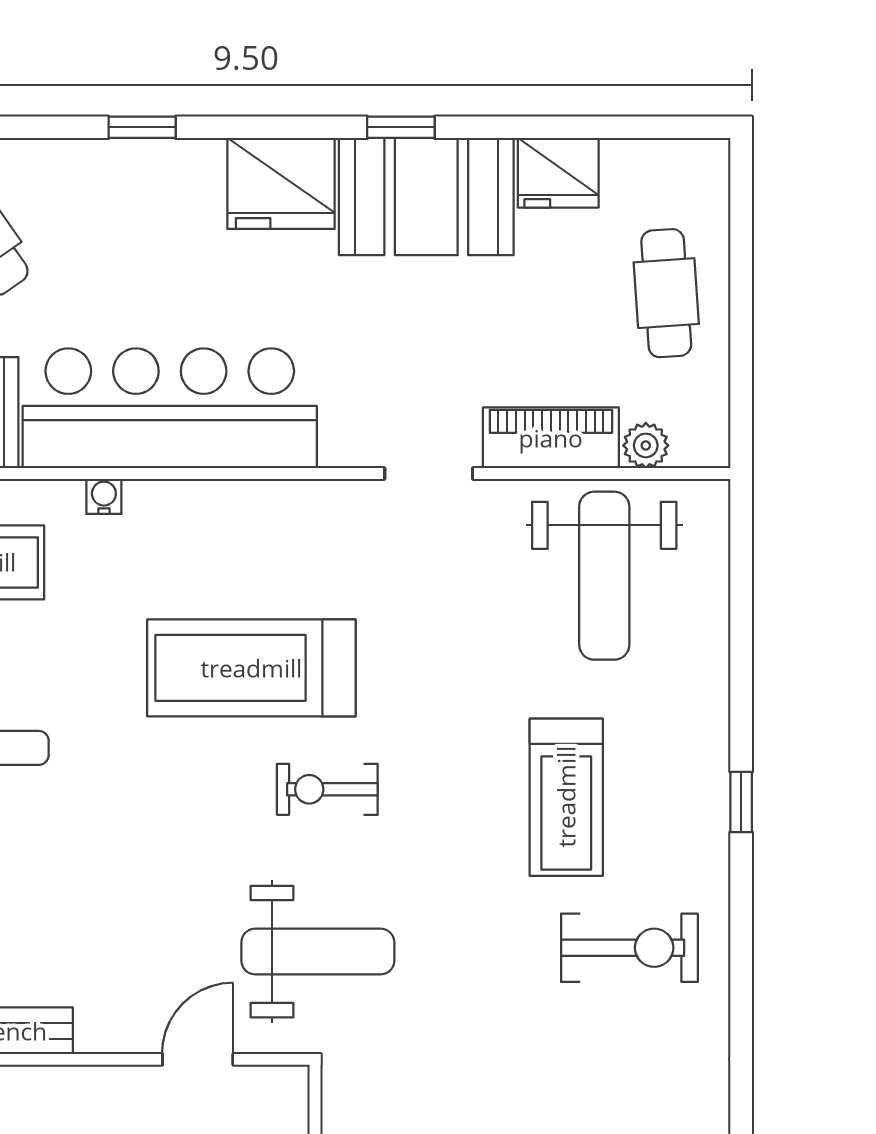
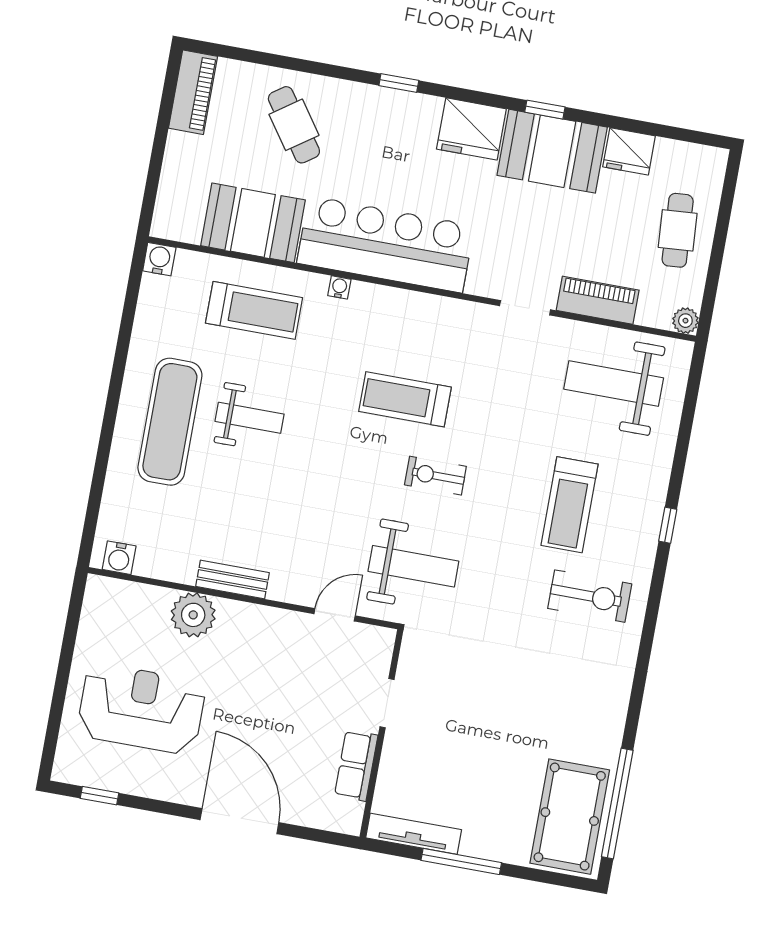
plant: (646, 445) -> (685, 321), moved
weight bench: (604, 576) -> (614, 384), turned 90
treadmill: (251, 668) -> (405, 399), width x0.73, depth x0.73

